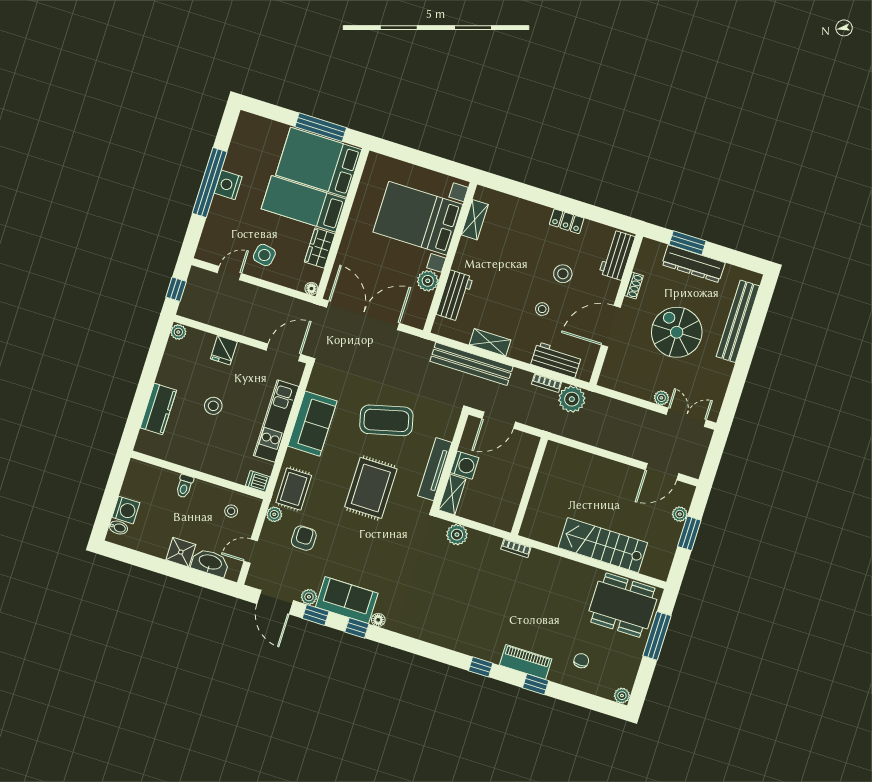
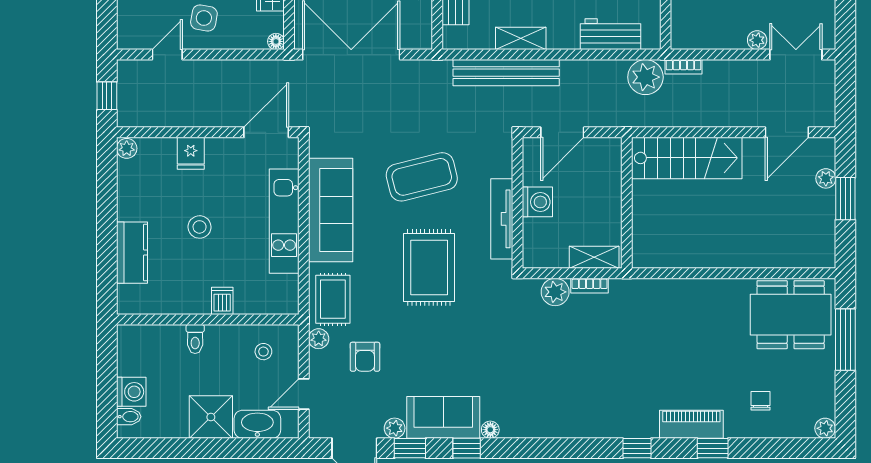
bookcase: (547, 383) -> (684, 67), moved
sofa: (312, 424) -> (331, 210), width x1.36
dishwasher: (258, 481) -> (222, 301), moved, turned 90
shelving: (452, 495) -> (594, 257), moved, turned 90
armchair: (304, 538) -> (365, 357), turned 180
stairs: (603, 545) -> (687, 158), moved, turned 180
bookcase: (516, 548) -> (590, 286), moved
shower: (181, 552) -> (211, 417), width x1.36, depth x1.36

